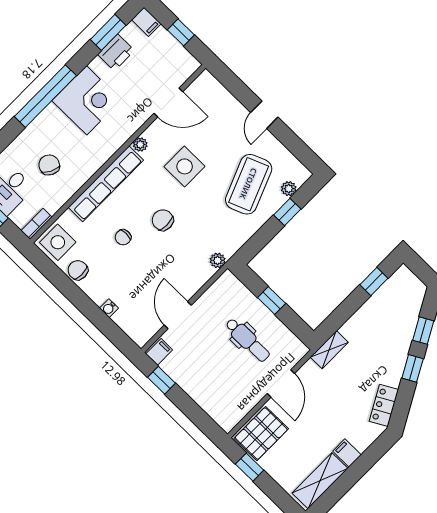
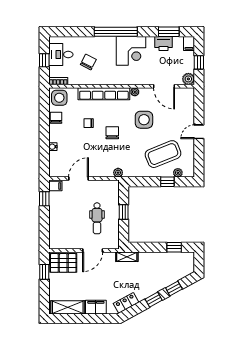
plant: (188, 65) -> (188, 79), added
filing cabinet: (347, 453) -> (96, 307), width x2.00

